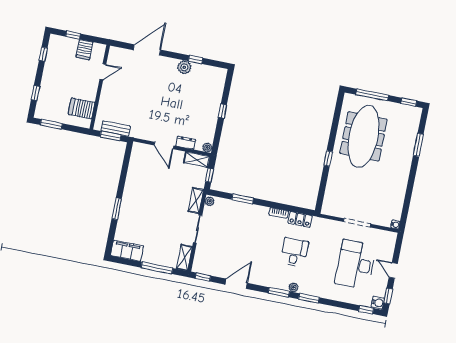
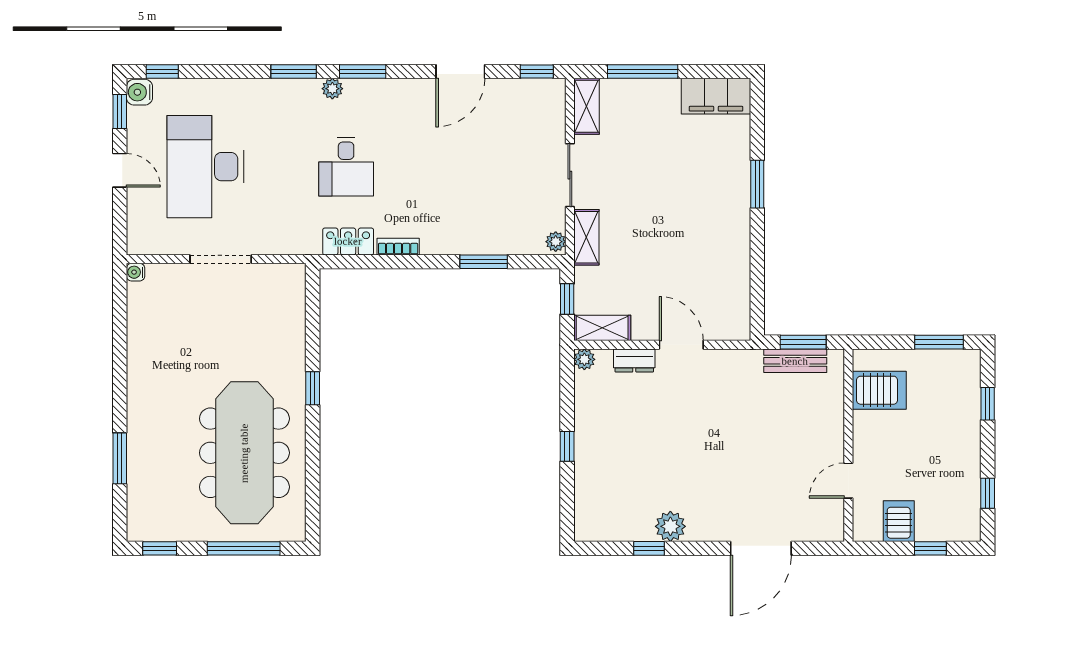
desk: (356, 264) -> (205, 167), turned 180

